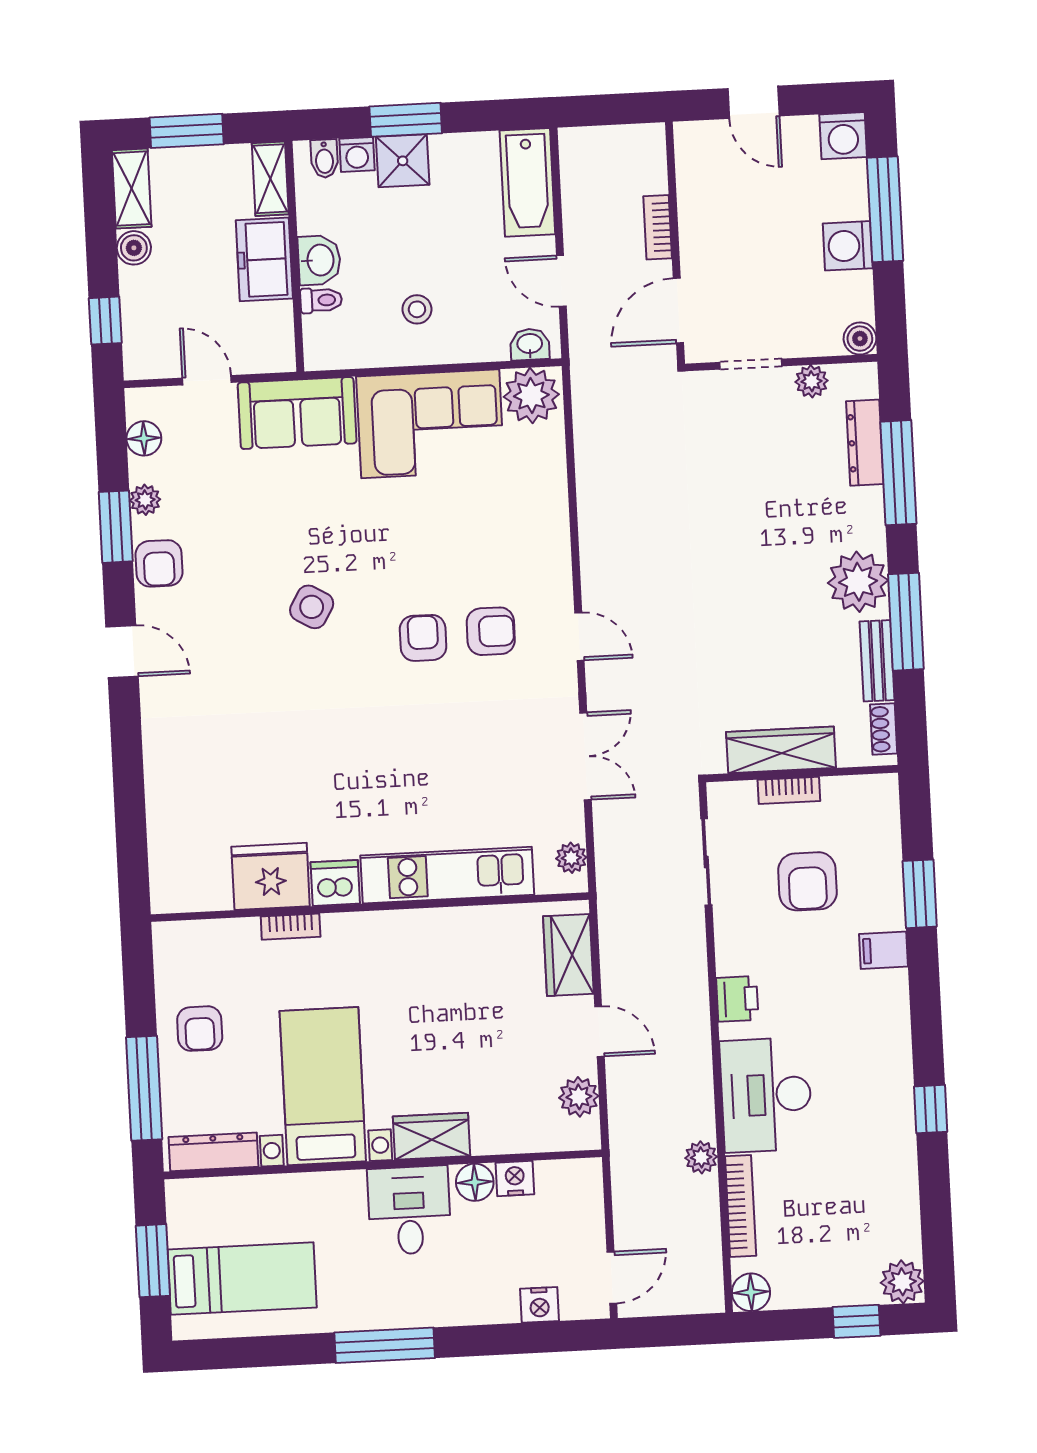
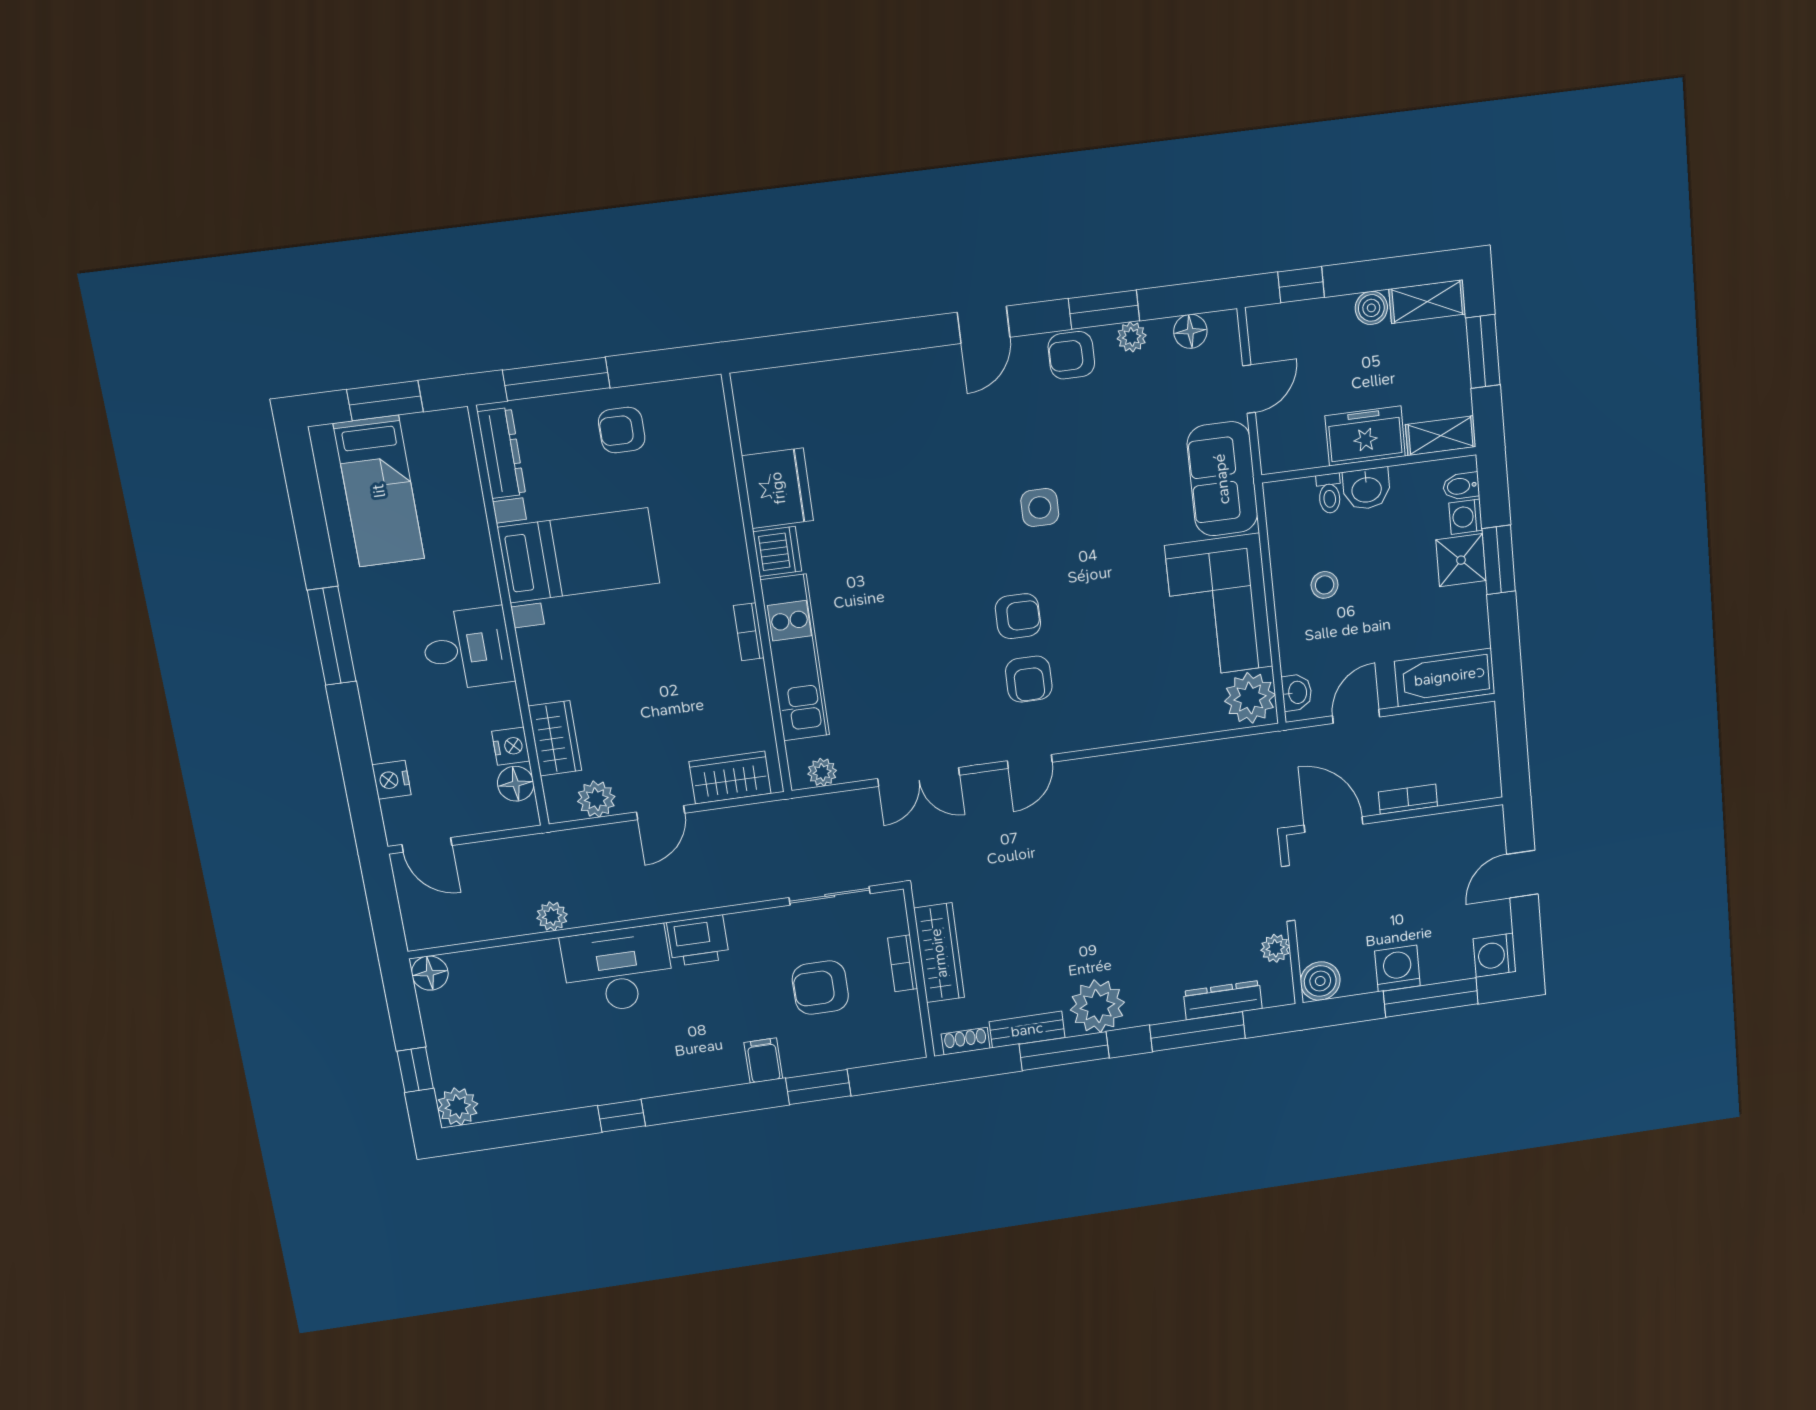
boiler: (860, 339) -> (1320, 981), width x1.36, depth x1.36
side table: (312, 607) -> (1040, 508), turned -30
bookcase: (291, 927) -> (749, 632), moved
printer: (737, 999) -> (698, 941), width x1.36, depth x1.24
wardrobe: (431, 1136) -> (555, 738), moved
floor lamp: (475, 1182) -> (516, 784), moved
bookcase: (741, 1206) -> (510, 956), removed

